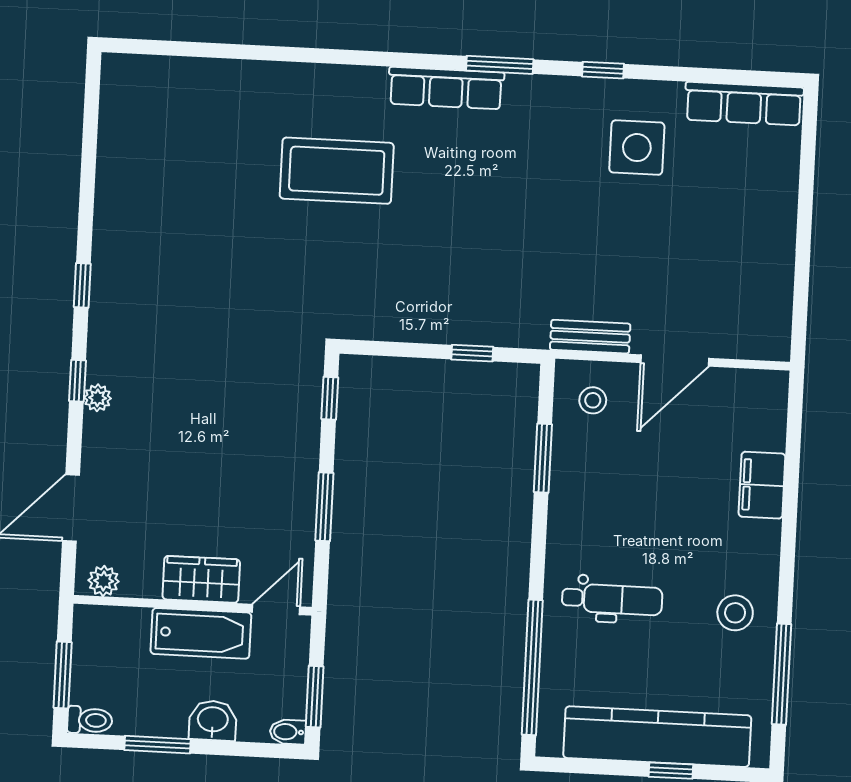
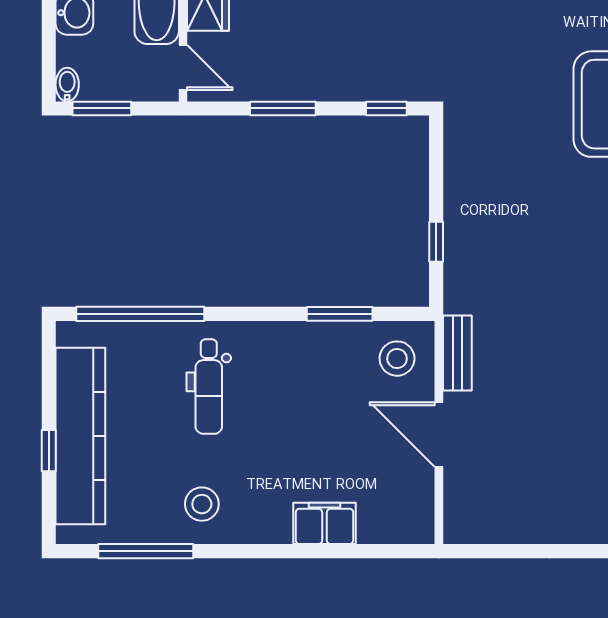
stool: (593, 400) -> (397, 359), width x1.37, depth x1.37

